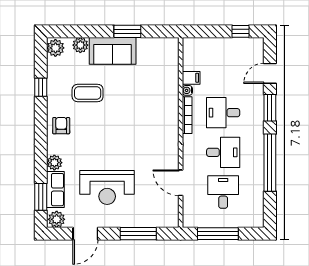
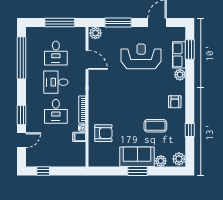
window: (127, 31) -> (137, 171), moved
armchair: (158, 83) -> (103, 133), added
desk: (223, 113) -> (56, 111), turned 90
window: (270, 163) -> (22, 58), moved
plant: (57, 219) -> (96, 33), moved

